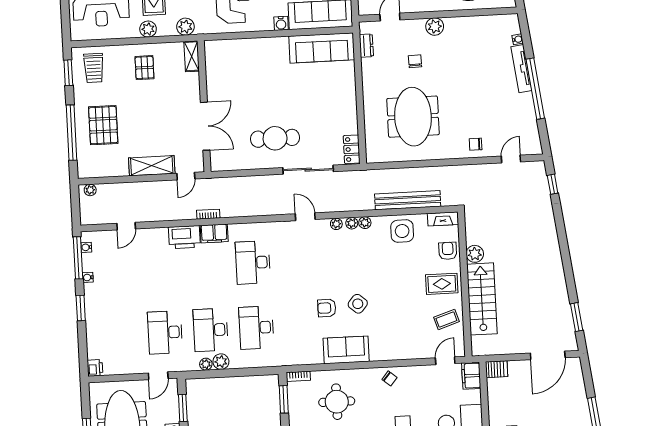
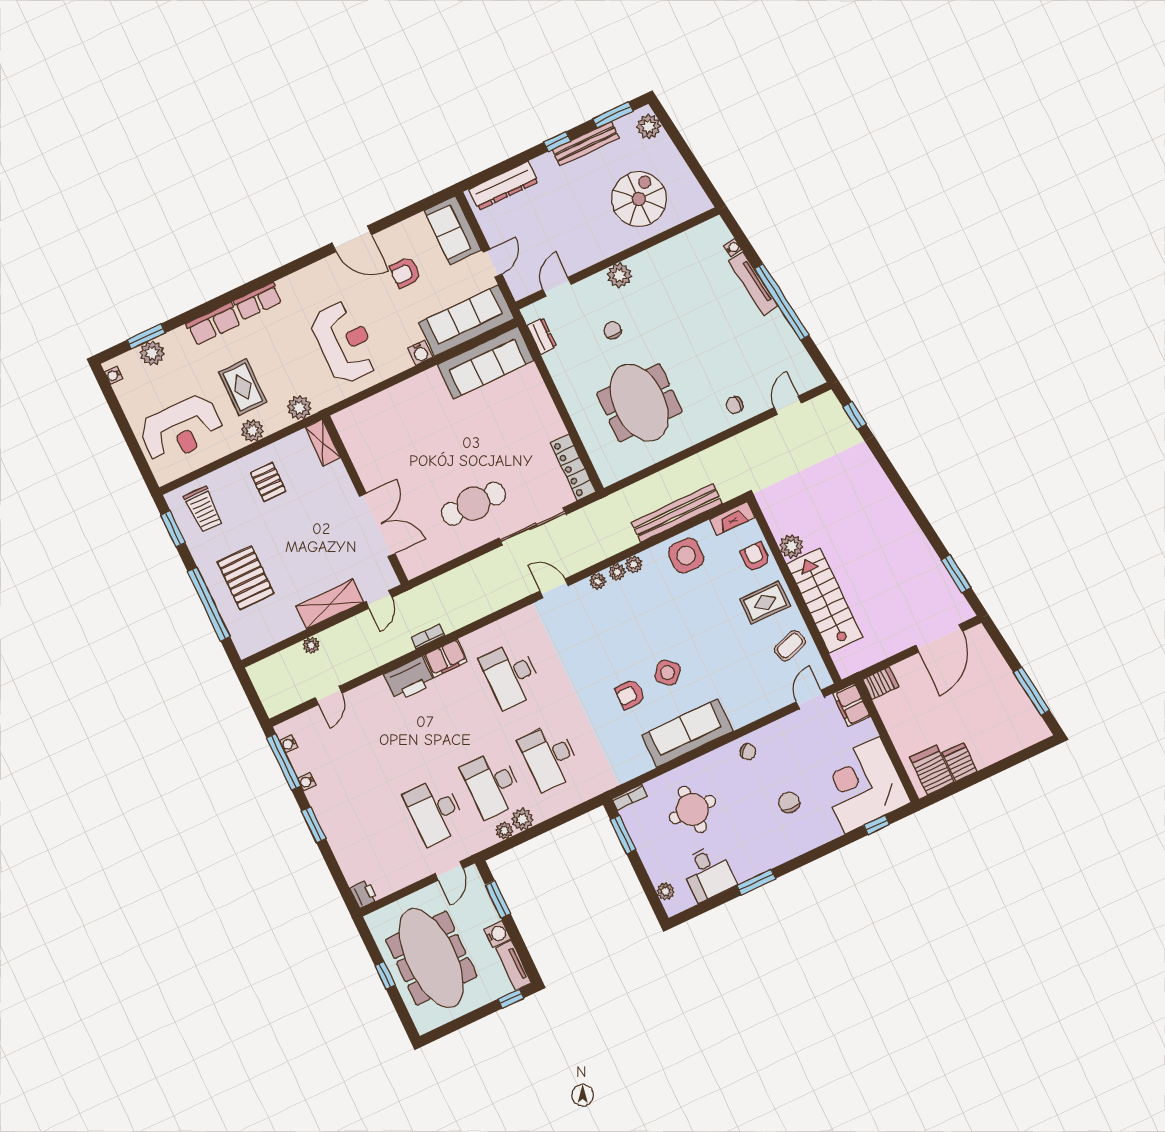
locker: (352, 149) -> (573, 467), width x1.53
plant: (90, 190) -> (311, 645), moved
sofa: (346, 350) -> (687, 733), width x1.36

